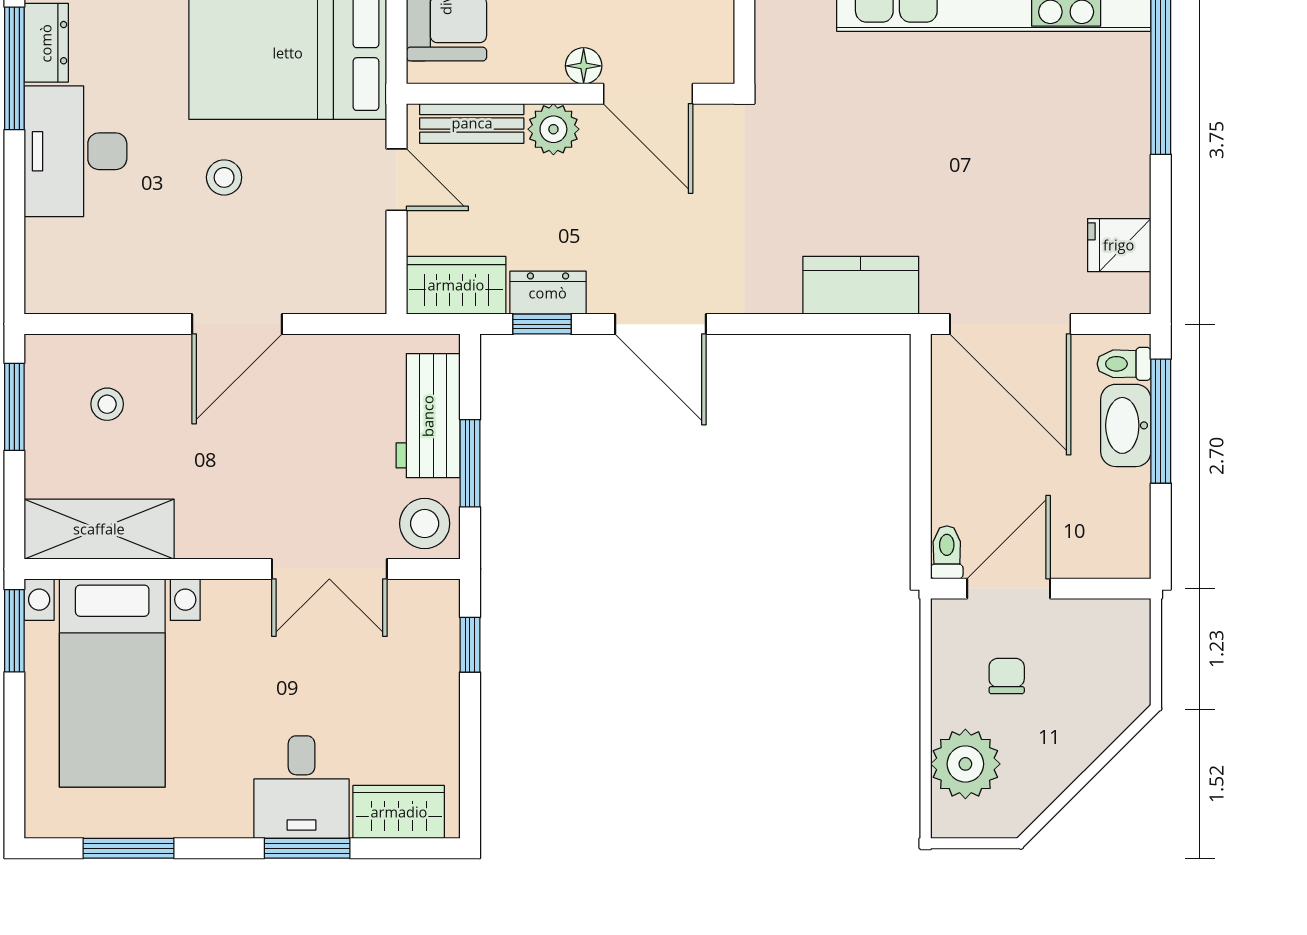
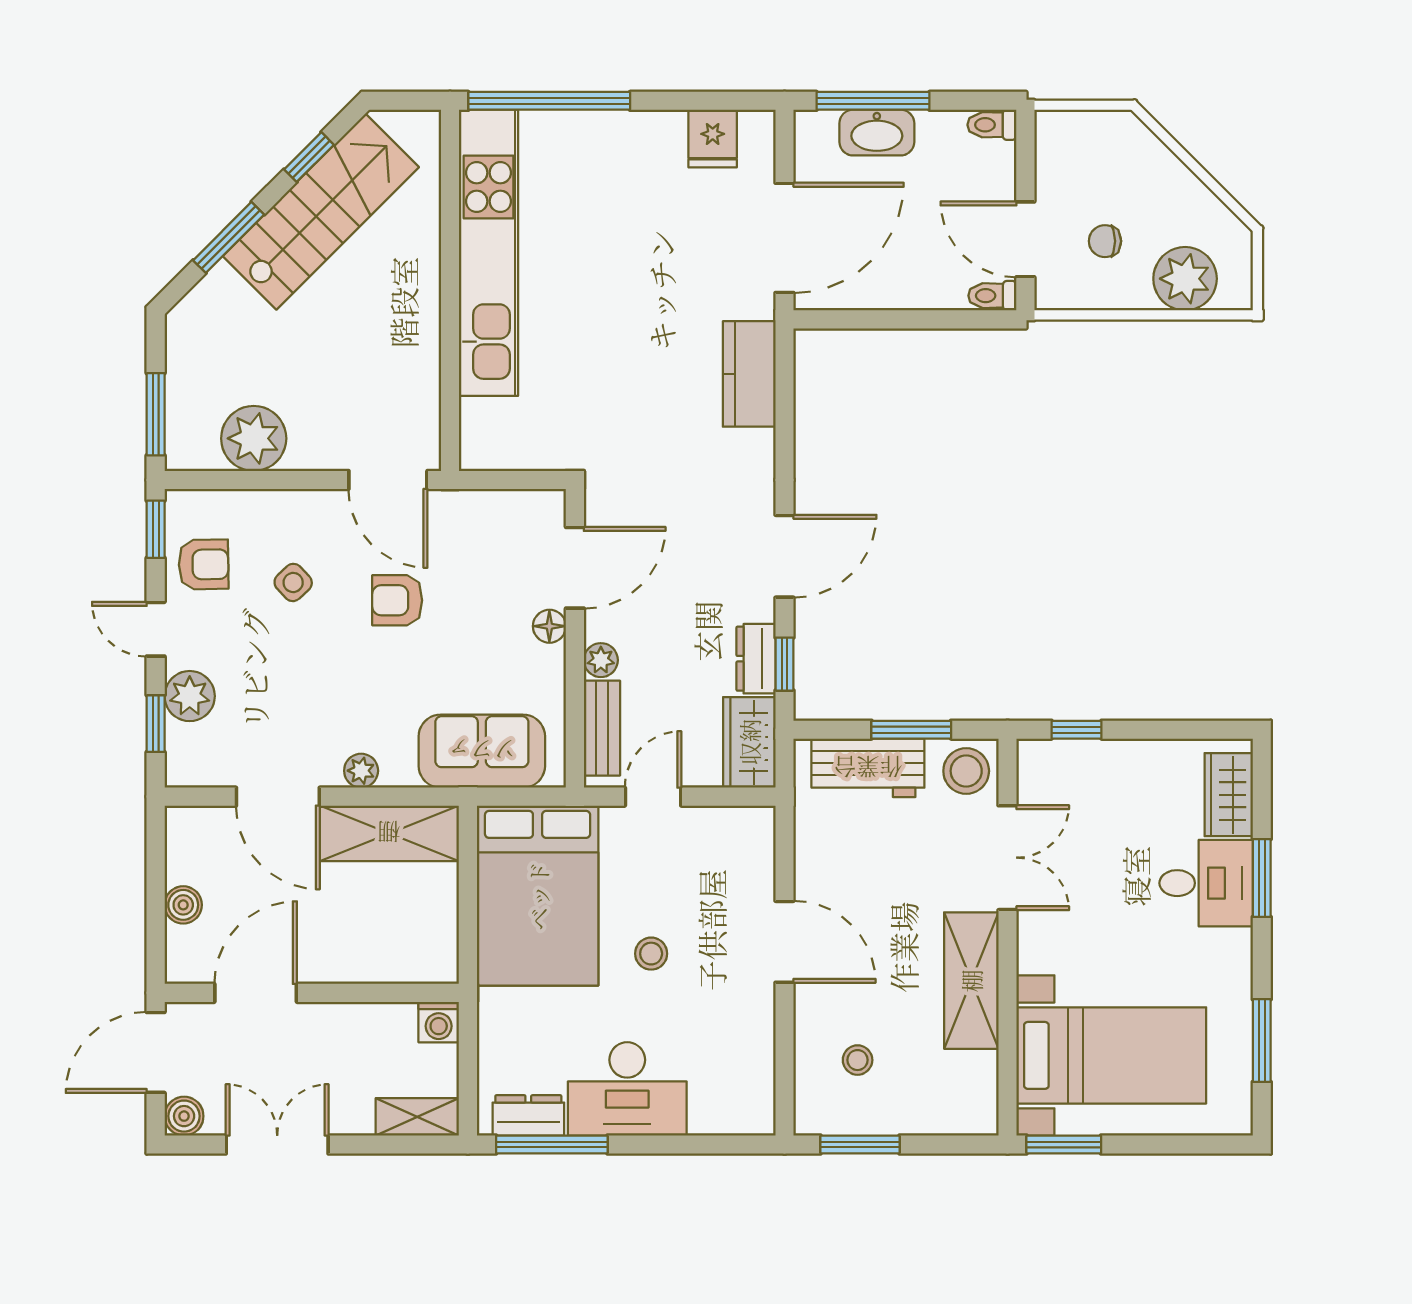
plant: (553, 129) -> (601, 660), width x0.73, depth x0.73
toilet: (1124, 364) -> (992, 125), moved, turned 90
shelving: (99, 529) -> (971, 981), moved

